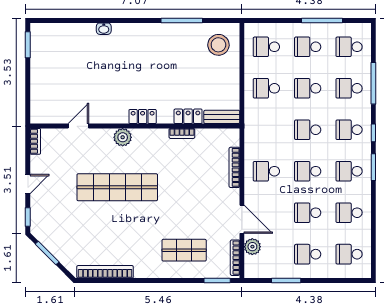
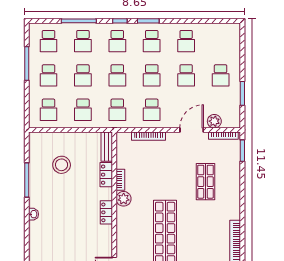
washbasin: (104, 29) -> (33, 214), moved
stool: (218, 45) -> (62, 165), moved
plant: (123, 137) -> (124, 199), moved
shop shelf: (184, 250) -> (205, 182), moved
school desk: (349, 254) -> (117, 110), moved

